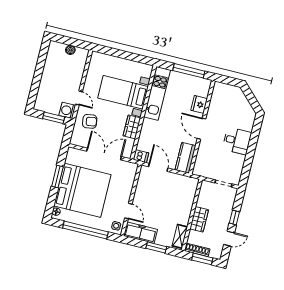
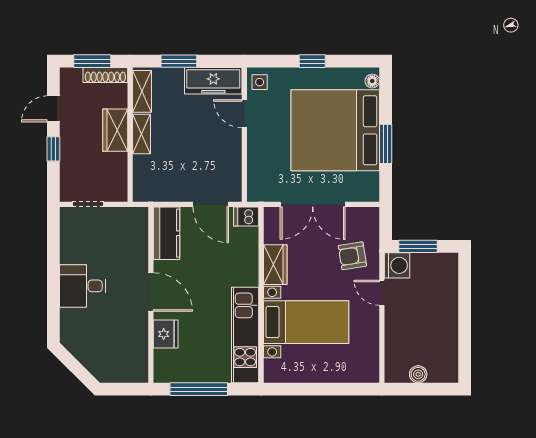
shelving: (186, 214) -> (142, 134), added
window: (85, 230) -> (312, 61), width x0.32

